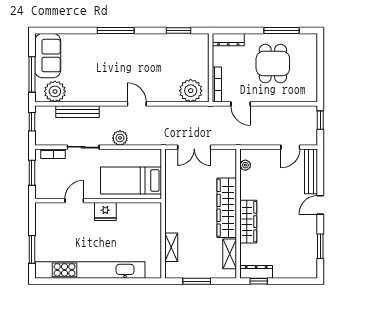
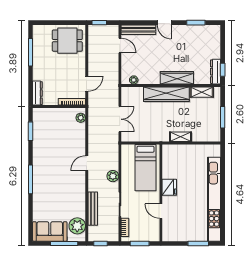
dining table: (273, 64) -> (67, 41), moved
plant: (191, 91) -> (81, 118), width x0.53, depth x0.53
shelving: (171, 247) -> (180, 137), moved

